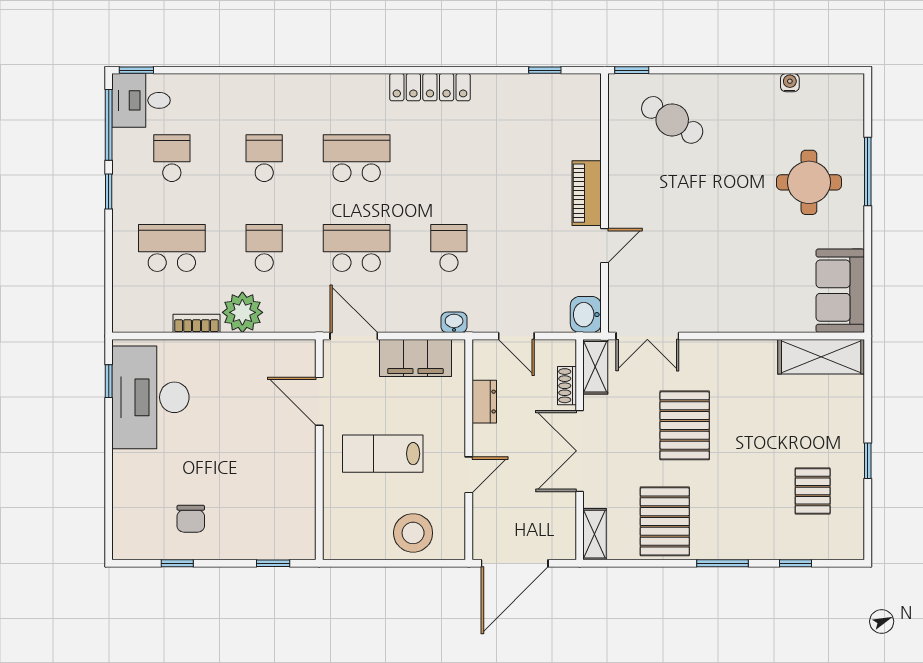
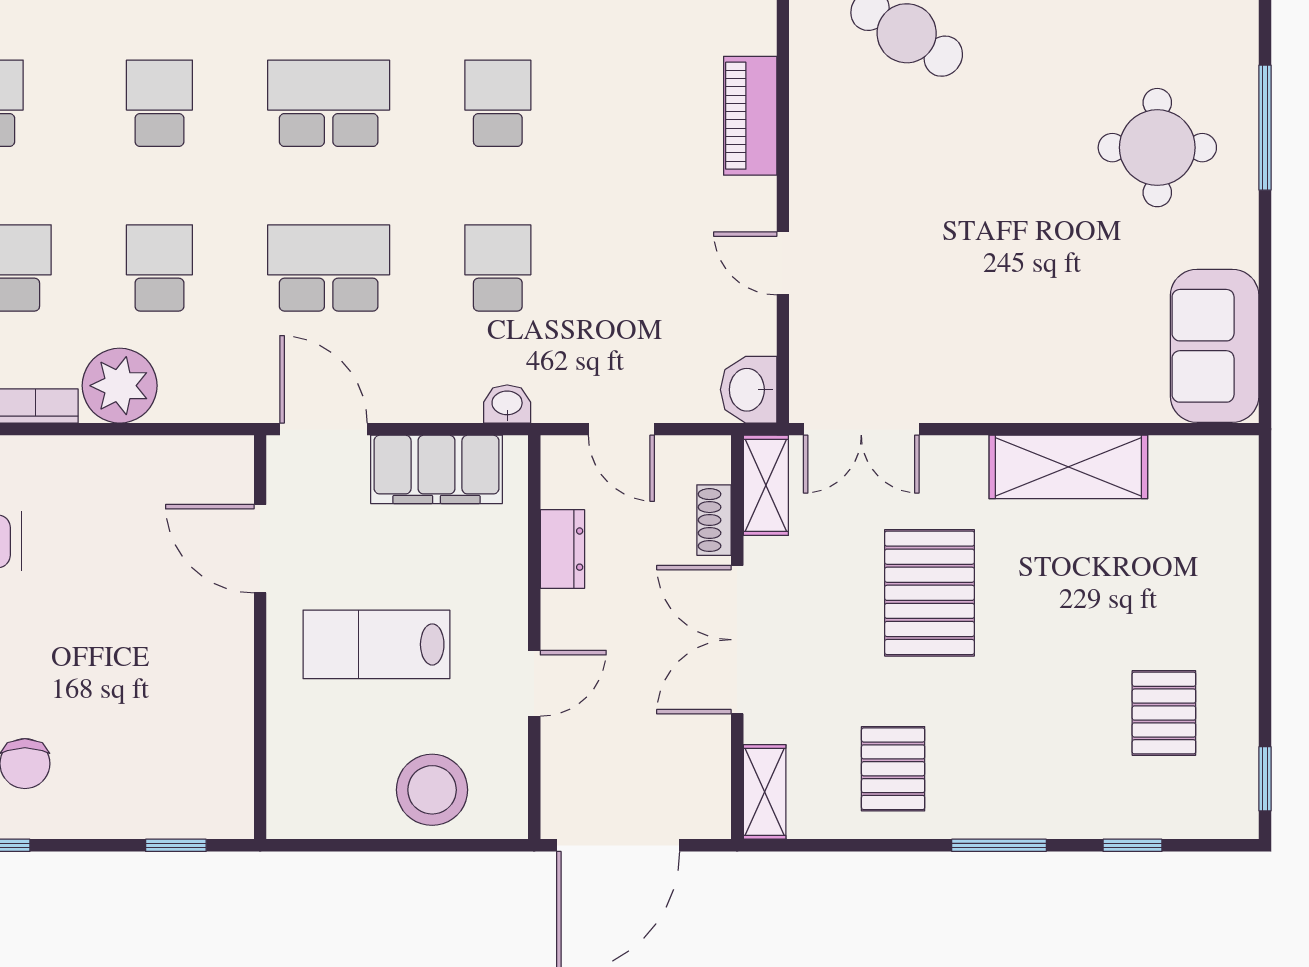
school desk: (449, 158) -> (498, 103), added
piano: (587, 193) -> (750, 116), moved
door: (605, 246) -> (783, 263), swing flipped
shelving: (821, 357) -> (1068, 467), moved
window: (868, 461) -> (1265, 779), moved
pallet: (665, 521) -> (893, 769), width x0.67, depth x0.71

